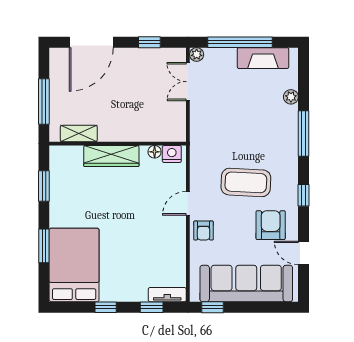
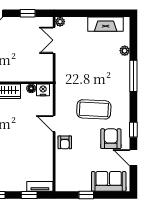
window: (240, 42) -> (90, 13), removed
window: (304, 195) -> (133, 130), moved
door: (188, 203) -> (54, 124), hinge flipped
sofa: (246, 283) -> (109, 181), width x0.54, depth x0.79
window: (212, 307) -> (86, 195), moved

